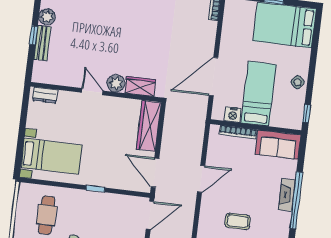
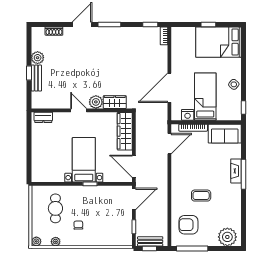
bed with nightstands: (51, 156) -> (84, 160), moved, turned -90
door: (201, 179) -> (169, 144), moved
window: (296, 200) -> (244, 174), width x0.68

